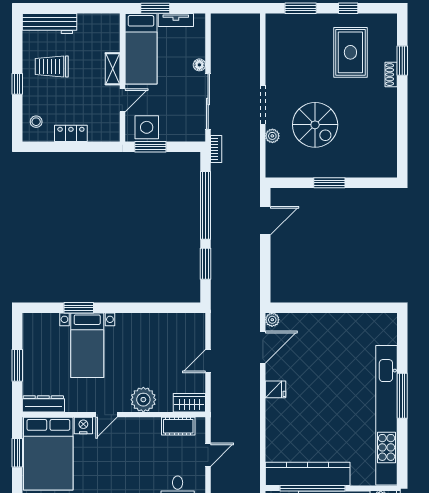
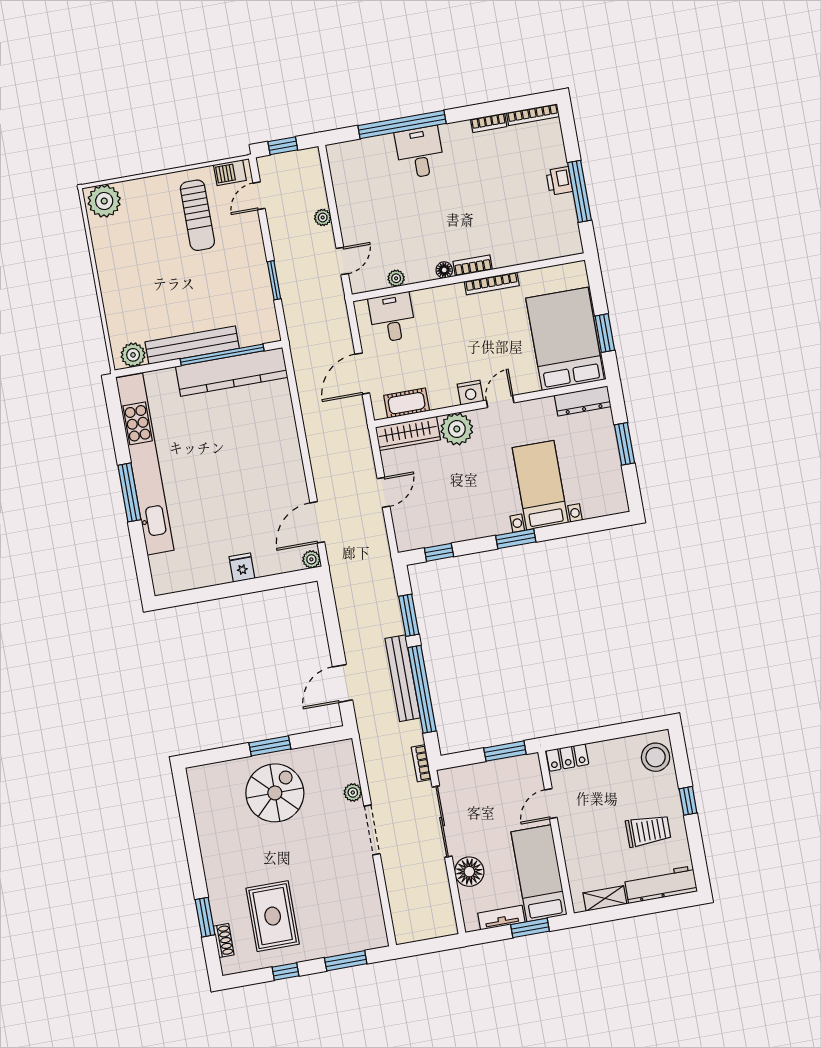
floor lamp: (199, 65) -> (469, 872), width x1.89, depth x1.89
shelving: (113, 69) -> (605, 898), moved, turned 90
shoe rack: (391, 75) -> (224, 940), moved
stool: (36, 122) -> (656, 757), width x1.89, depth x1.89
spiral stairs: (315, 125) -> (275, 793), moved, turned 90
side table: (147, 127) -> (514, 775), removed
locker: (71, 133) -> (567, 757), moved
bench: (219, 216) -> (403, 678), added
window: (79, 308) -> (516, 539), moved
window: (174, 308) -> (439, 552), added
fridge: (275, 389) -> (242, 568), moved, turned 90
wardrobe: (189, 403) -> (408, 433), width x1.50
nightstand: (83, 426) -> (470, 393), moved
door: (208, 455) -> (362, 374), width x1.38

